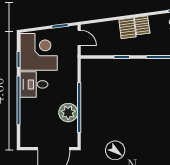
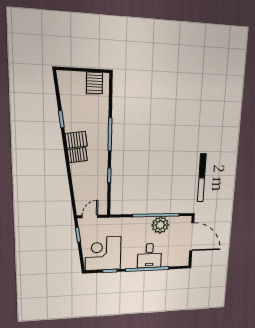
server rack: (127, 28) -> (76, 140), moved
desk: (34, 84) -> (150, 256), moved

